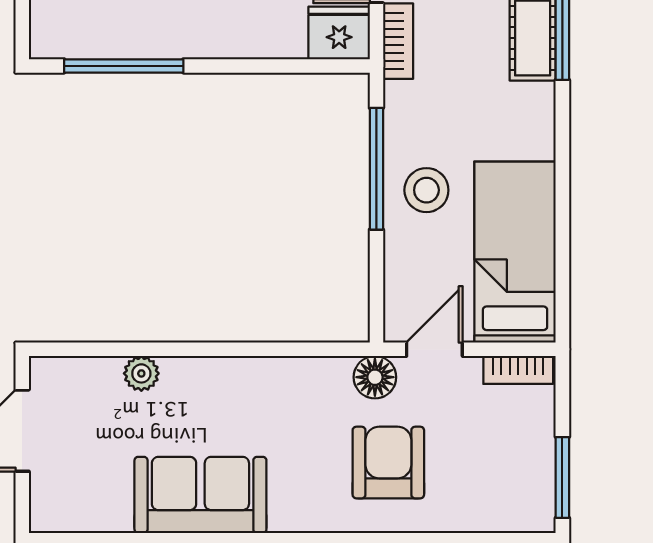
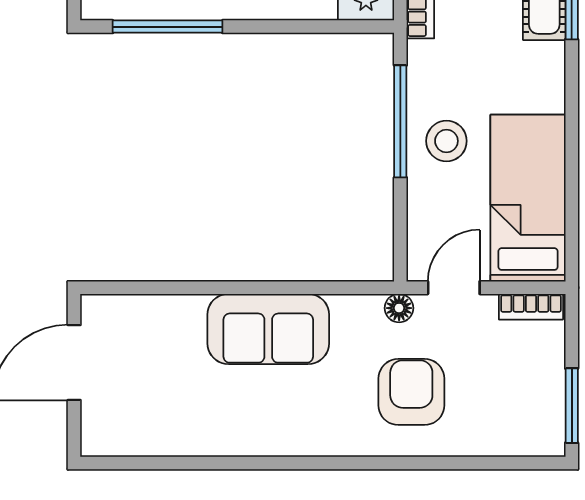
plant: (141, 373) -> (184, 310), removed
floor lamp: (375, 377) -> (399, 308), width x0.73, depth x0.73
sofa: (200, 495) -> (268, 329), moved, turned 180

